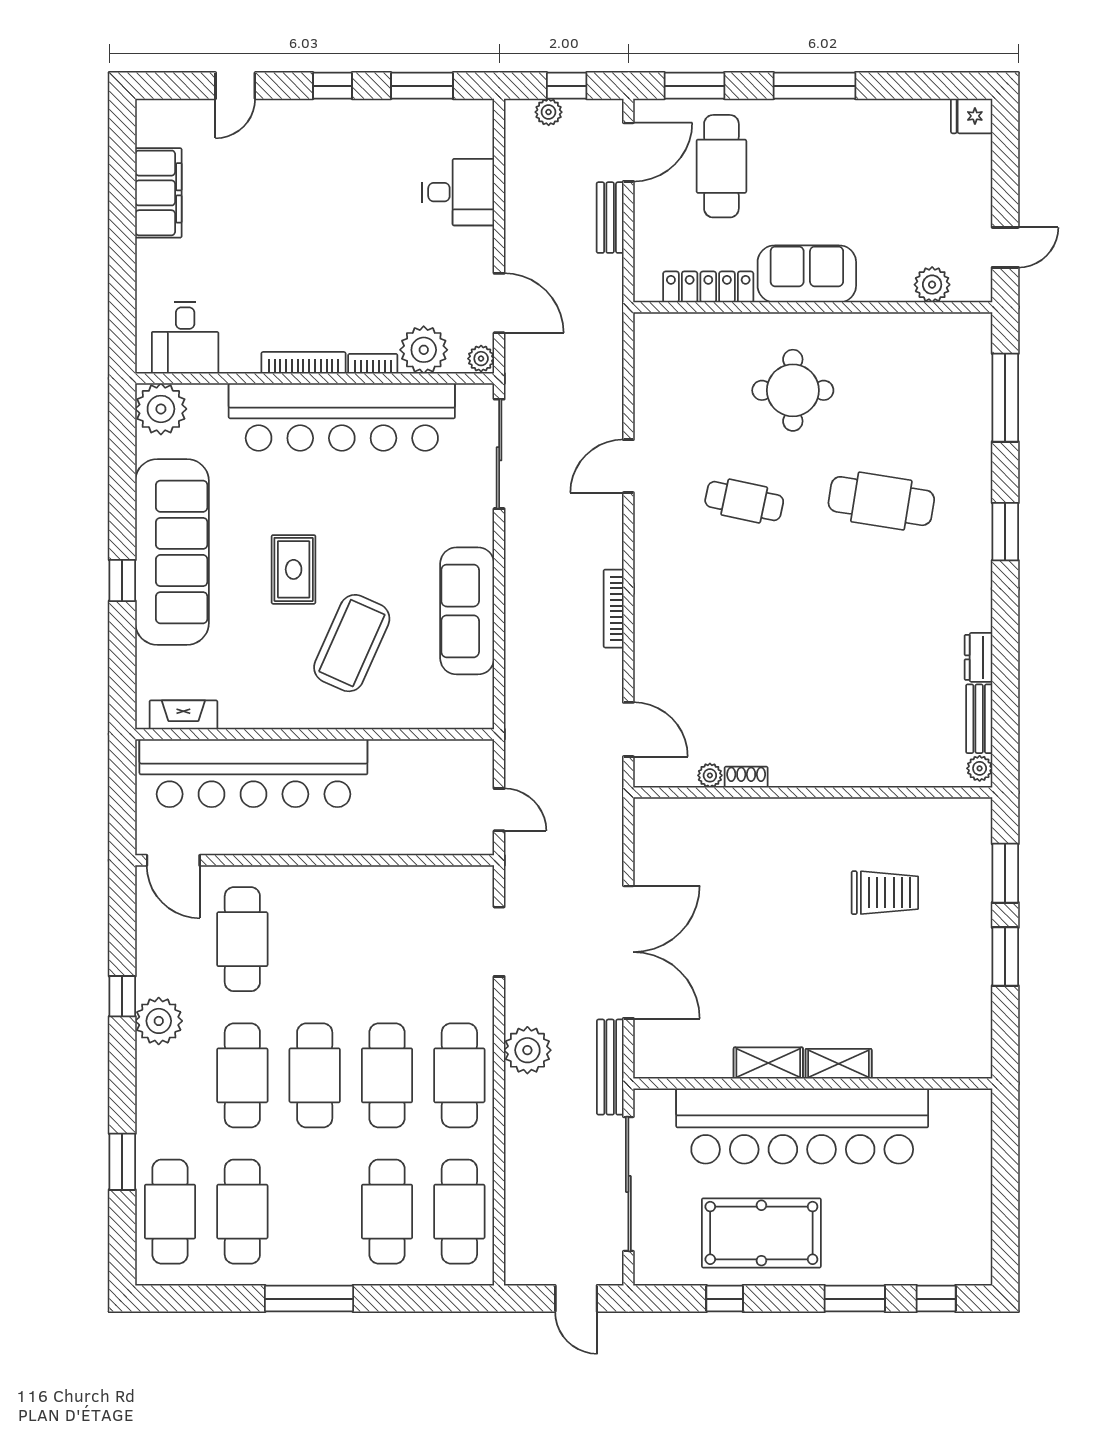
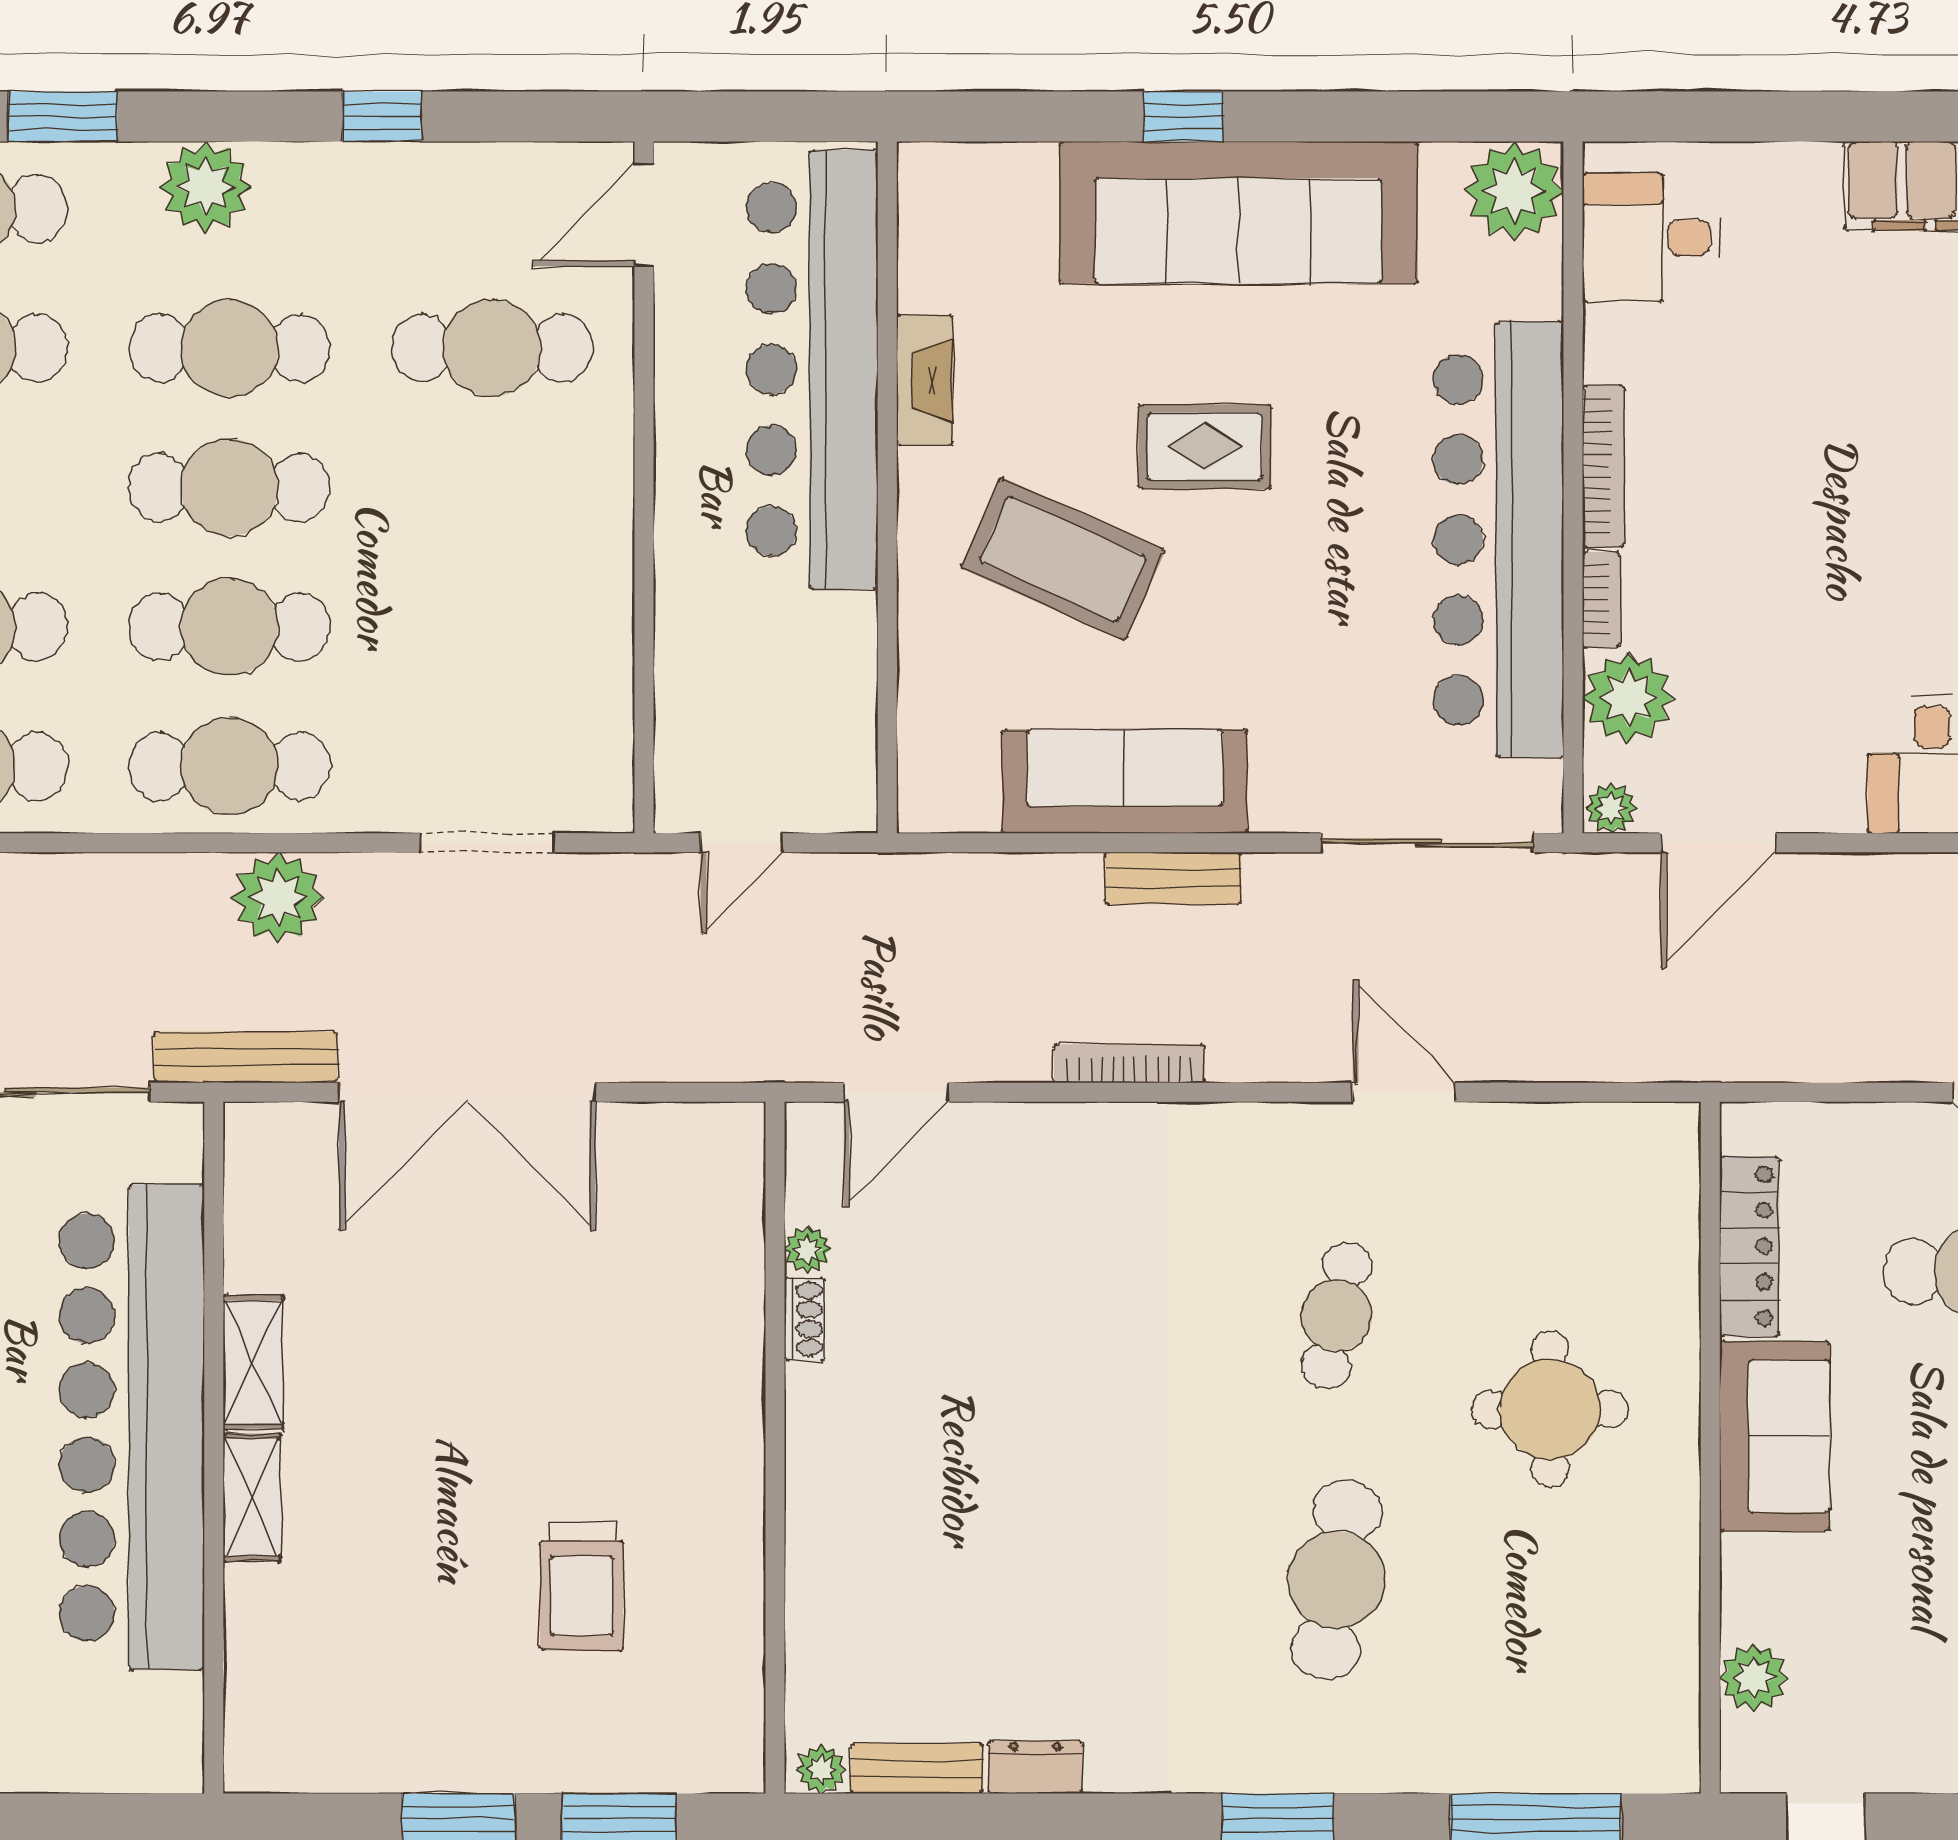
bench: (610, 218) -> (1173, 878), moved
fireplace: (183, 715) -> (924, 380), moved
plant: (159, 1021) -> (206, 187), moved

